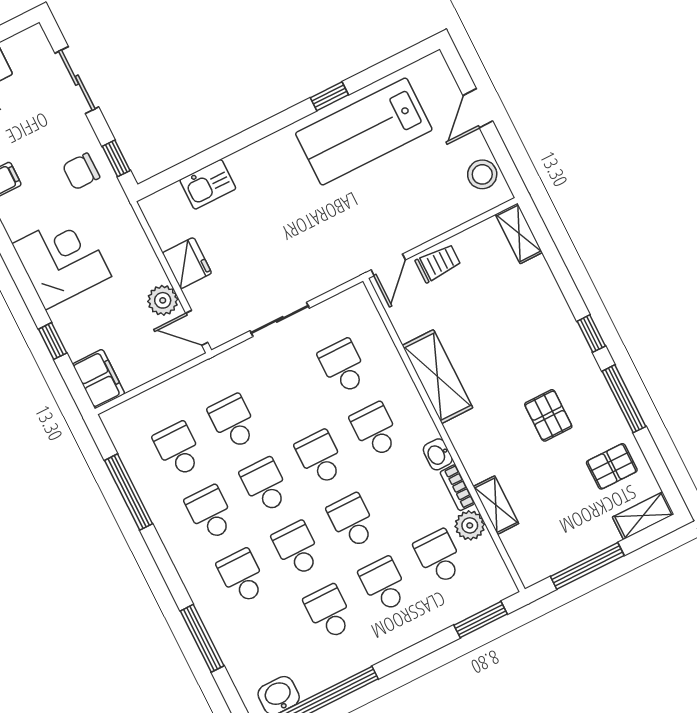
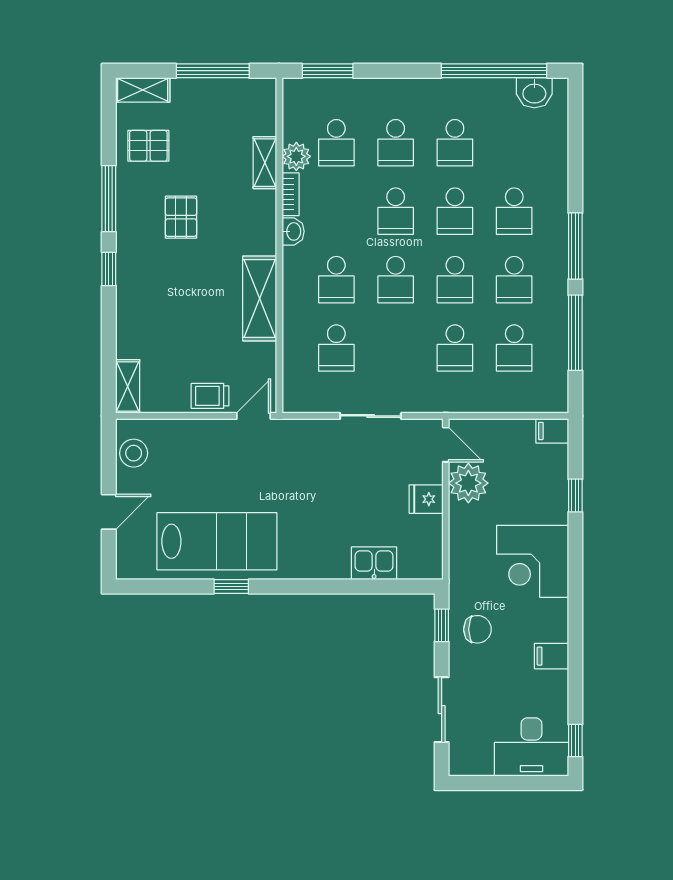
fridge: (187, 263) -> (426, 499), width x0.72
plant: (163, 300) -> (468, 483), width x1.36, depth x1.36
filing cabinet: (99, 379) -> (552, 431), width x0.50
window: (202, 638) -> (575, 246), moved

